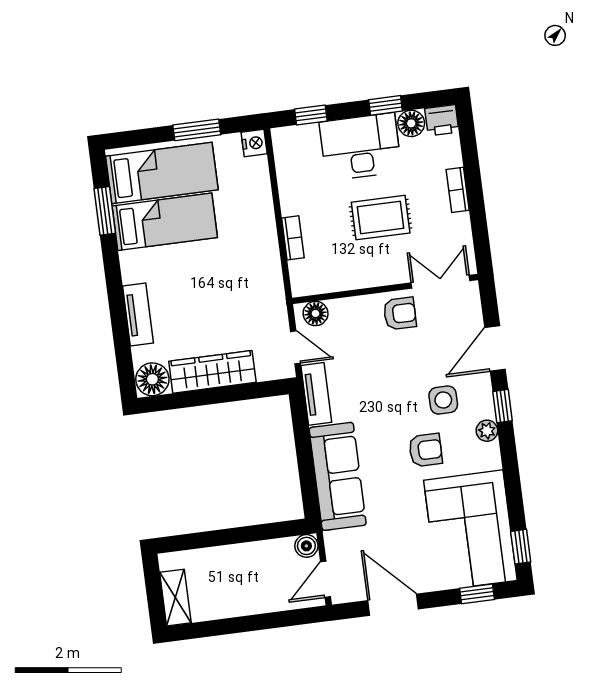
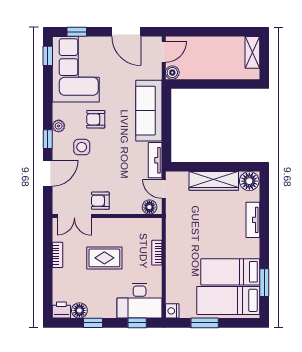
desk: (360, 147) -> (140, 301), moved
bookcase: (458, 190) -> (57, 255), moved

